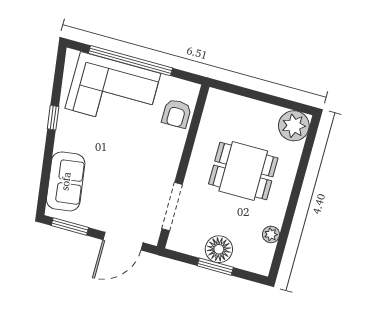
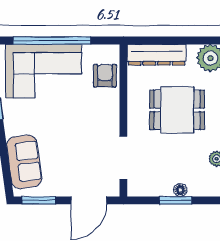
dresser: (238, 106) -> (157, 55), added
armchair: (177, 114) -> (105, 76), turned 180
floor lamp: (219, 249) -> (180, 190), width x0.53, depth x0.53

